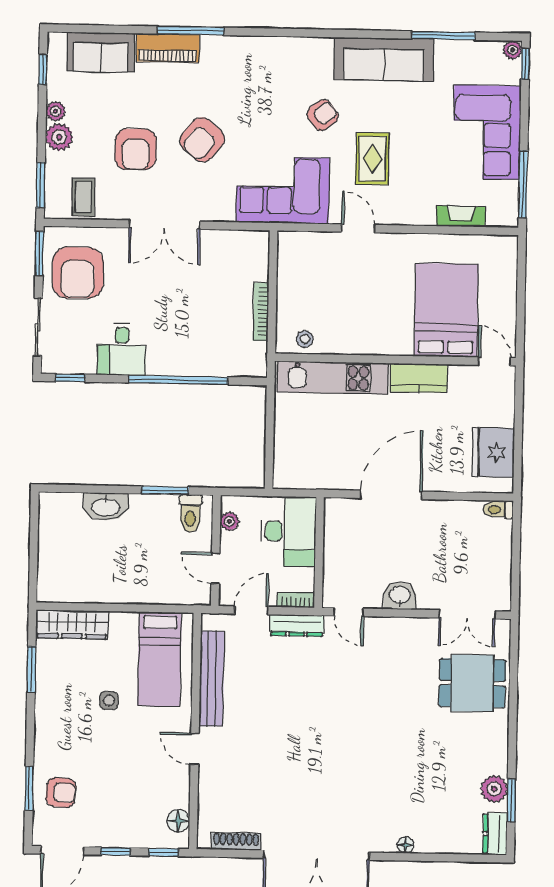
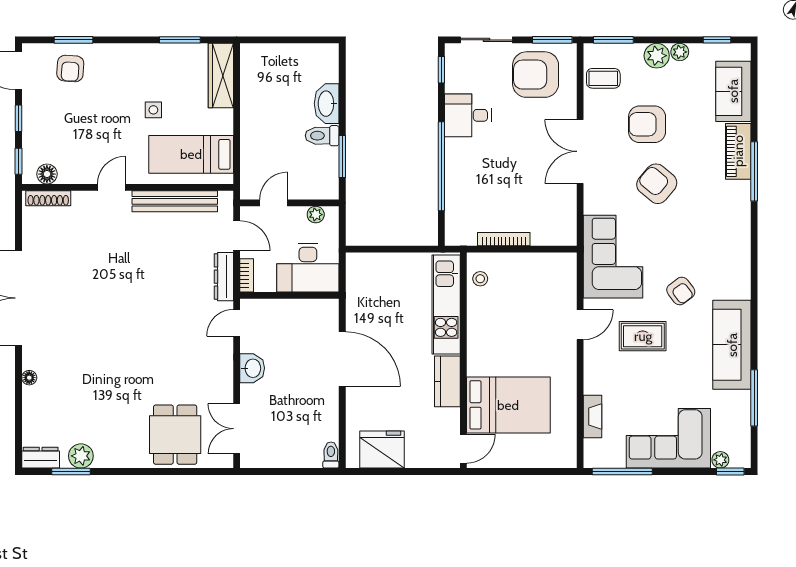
plant: (513, 50) -> (720, 460), moved
toilet: (190, 513) -> (322, 136), moved
shoe rack: (236, 841) -> (48, 198), moved, turned 90

